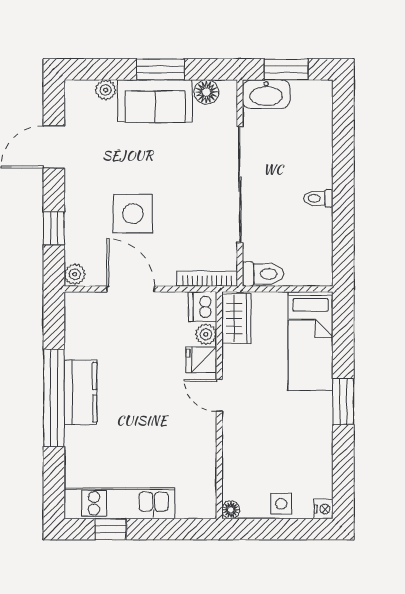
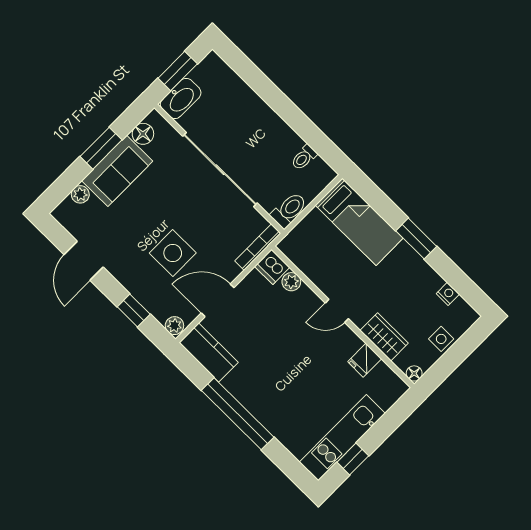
toilet: (318, 198) -> (304, 157), moved
wardrobe: (236, 318) -> (384, 337), moved
fridge: (201, 360) -> (365, 360), moved
kitchen counter: (80, 392) -> (209, 352), moved
nightstand: (324, 509) -> (448, 294), moved

